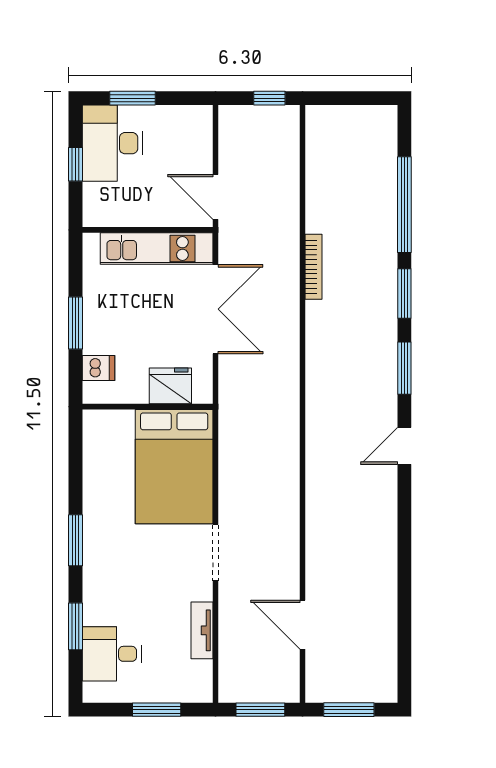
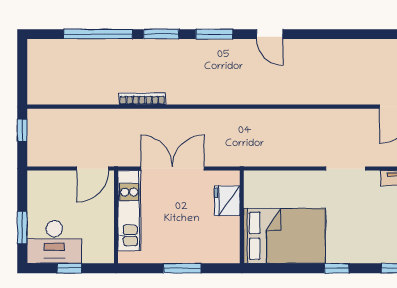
dishwasher: (98, 368) -> (214, 252), removed
bed: (174, 467) -> (284, 236), moved
window: (76, 540) -> (337, 268), width x0.67

